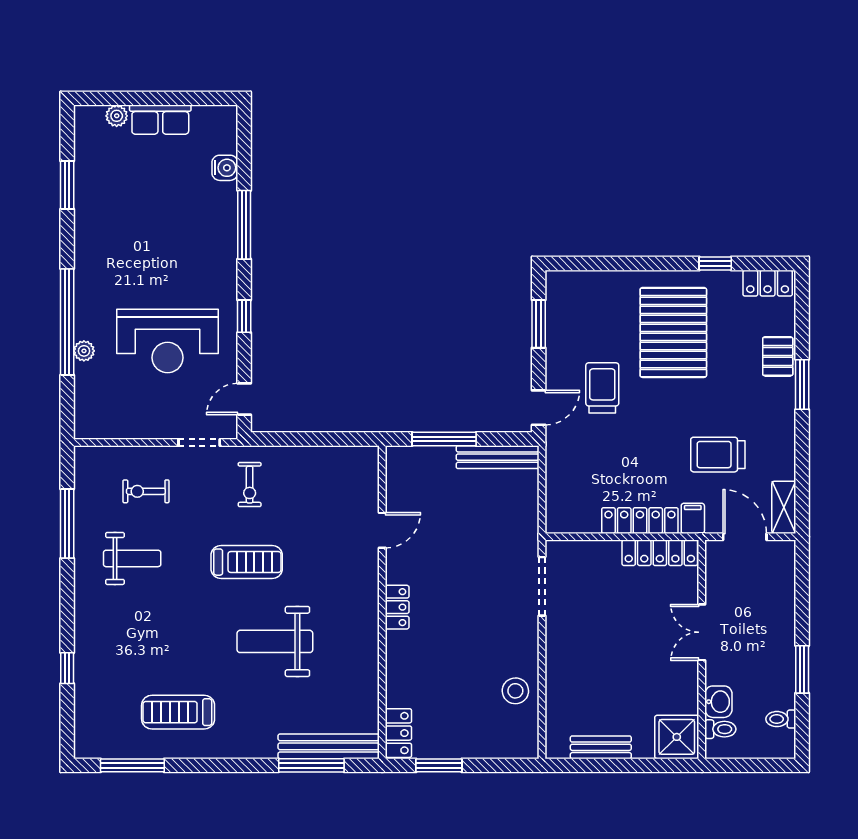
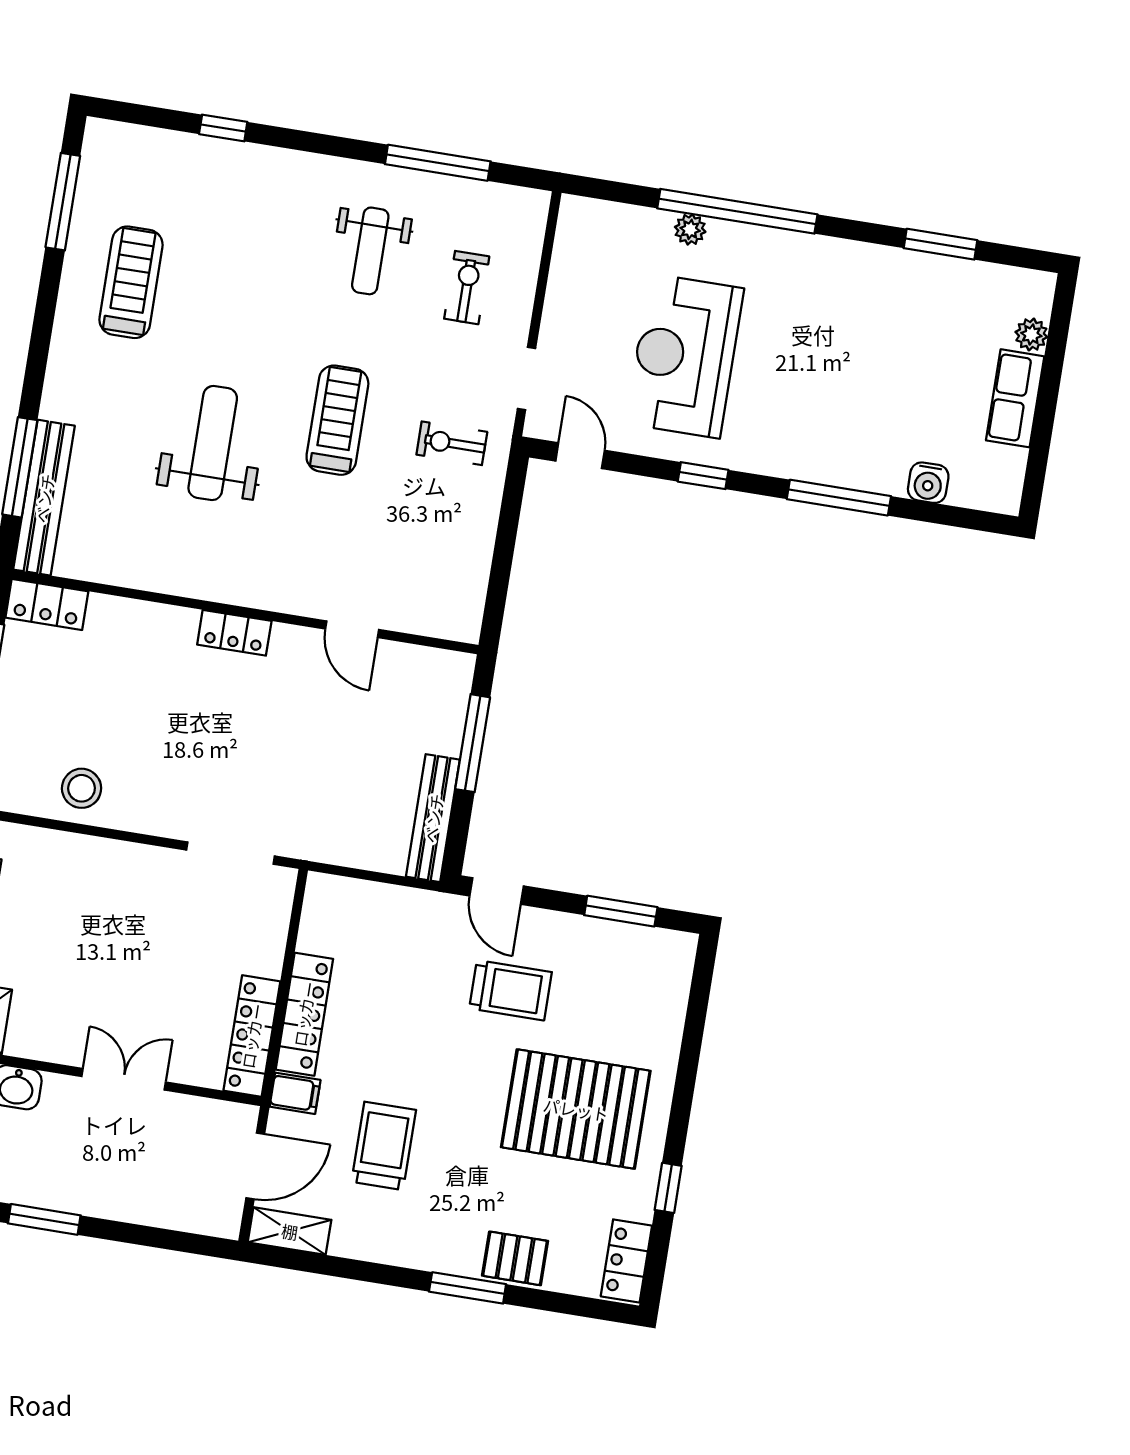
treadmill: (247, 562) -> (337, 420), turned 180

